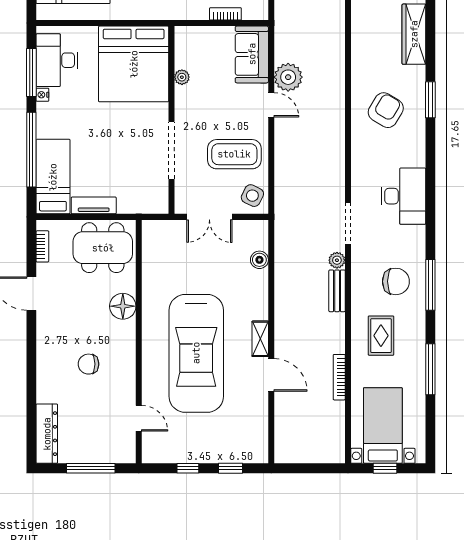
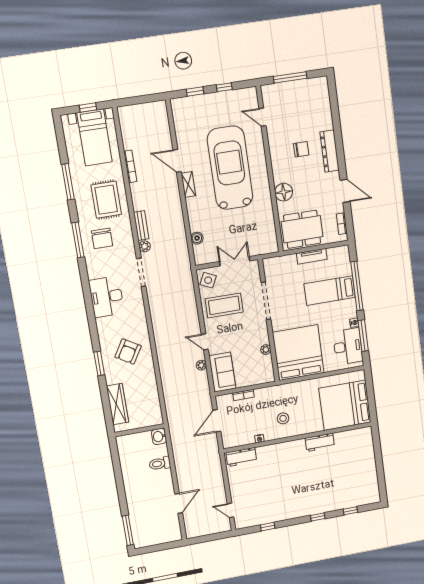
plant: (288, 77) -> (201, 365), width x0.53, depth x0.53
bed: (53, 177) -> (330, 291), moved, turned 90
chair: (396, 281) -> (102, 238), turned -90
rug: (381, 336) -> (106, 200), width x1.36, depth x1.43
dresser: (47, 434) -> (330, 151), moved

